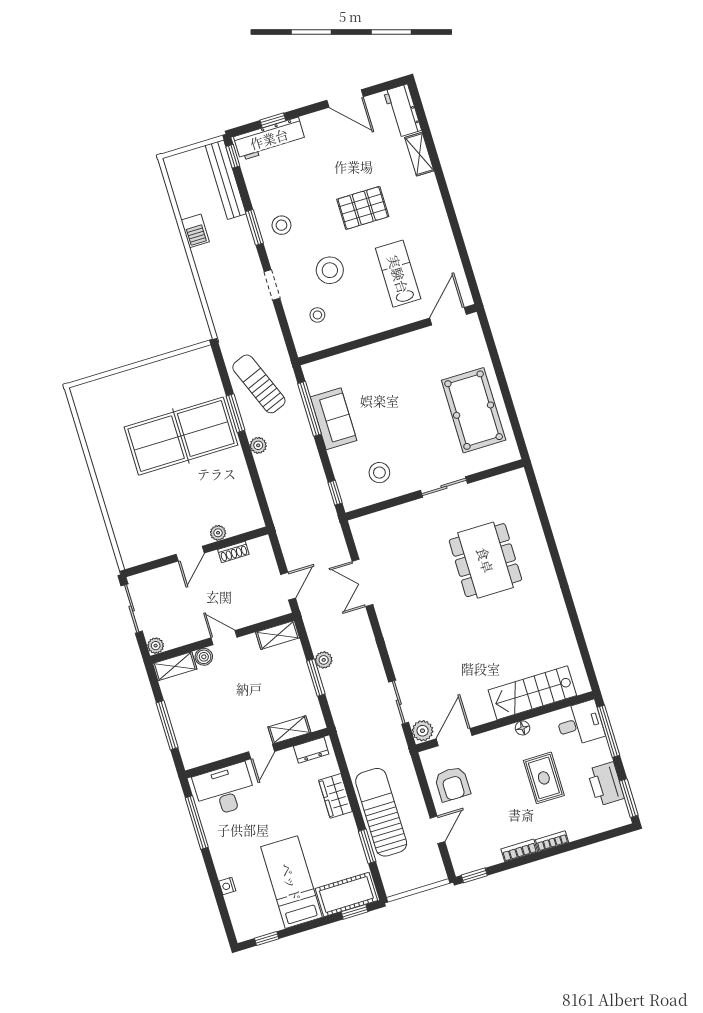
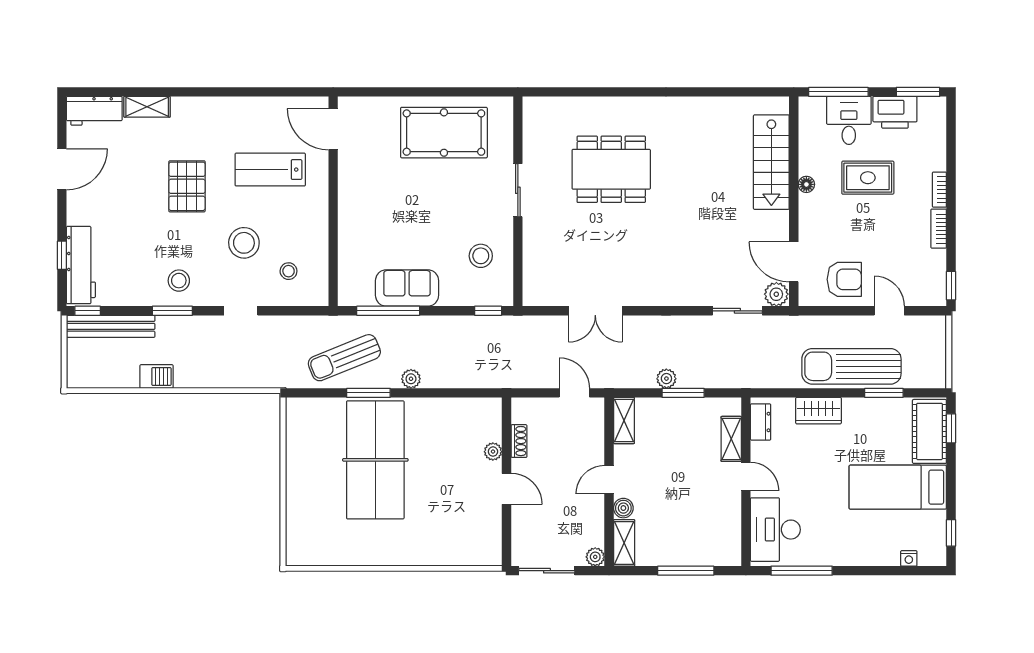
desk: (580, 724) -> (849, 120), moved
nightstand: (227, 886) -> (909, 558), moved

